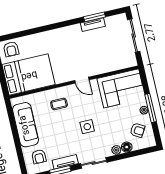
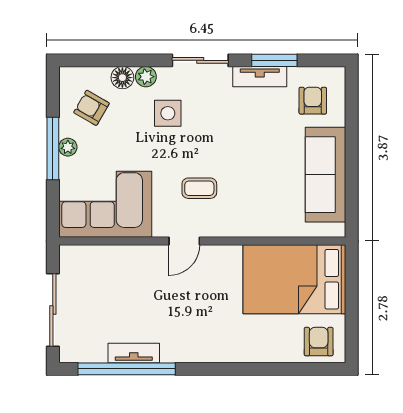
window: (94, 17) -> (127, 369), width x2.11
door: (82, 80) -> (184, 241), swing flipped
coffee table: (59, 104) -> (199, 188), moved
side table: (87, 127) -> (168, 113), moved

